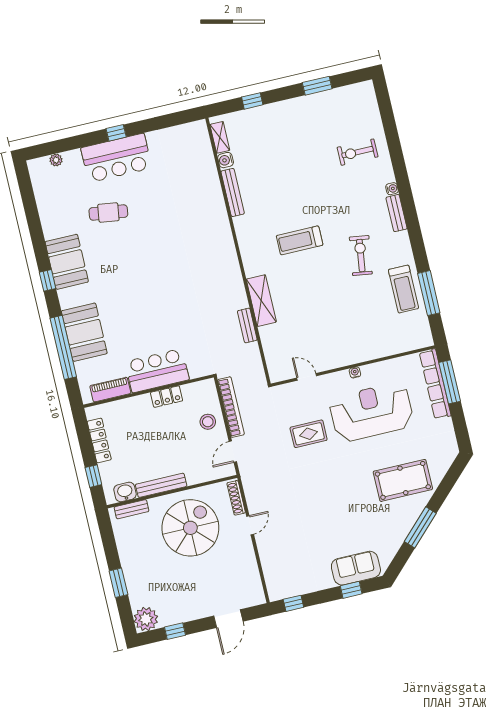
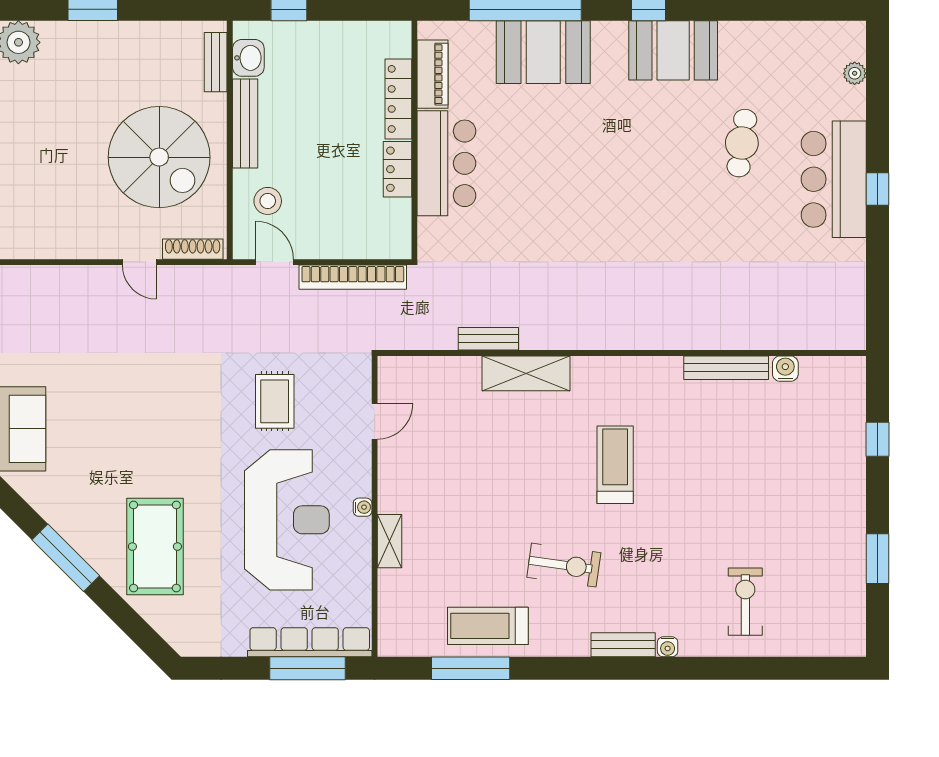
shelving: (220, 137) -> (390, 541), moved, turned 90
stool: (208, 422) -> (268, 201), moved
locker: (99, 440) -> (398, 99), moved, turned 90

